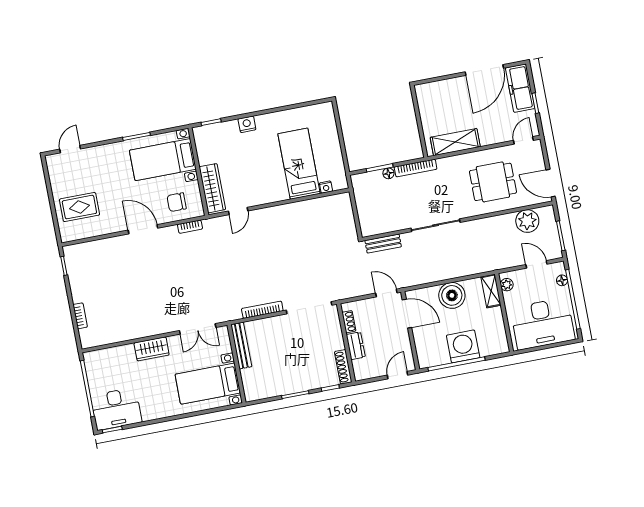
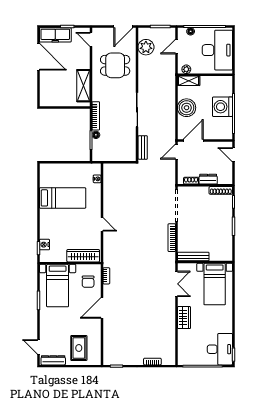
nightstand: (247, 124) -> (44, 245), moved
bed: (299, 164) -> (63, 198), moved, turned 180
dresser: (55, 174) -> (53, 360), added
dining table: (493, 182) -> (115, 65), turned 90
door: (238, 211) -> (102, 224), moved

